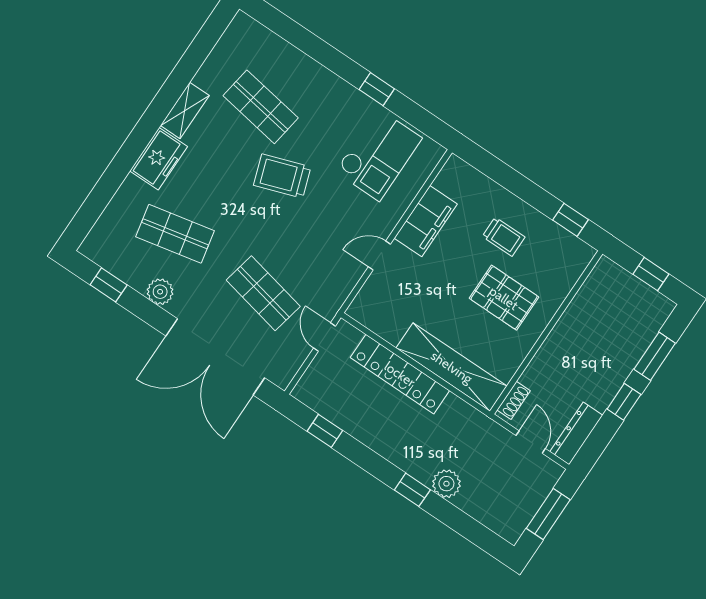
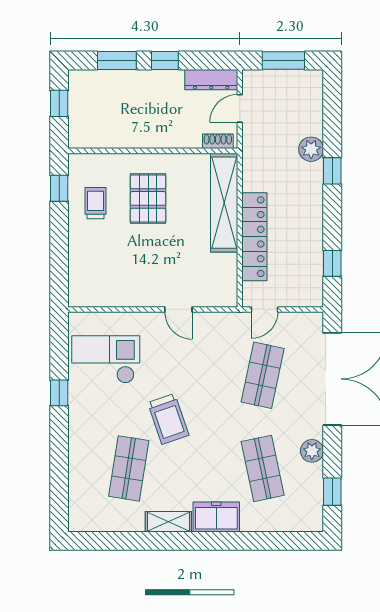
filing cabinet: (426, 221) -> (131, 293), removed
trolley: (504, 237) -> (96, 203), moved

